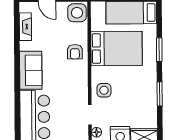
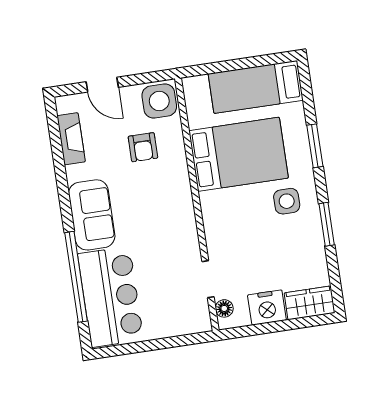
armchair: (75, 52) -> (143, 147), moved
side table: (104, 90) -> (287, 201), moved
window: (17, 103) -> (76, 277), added

